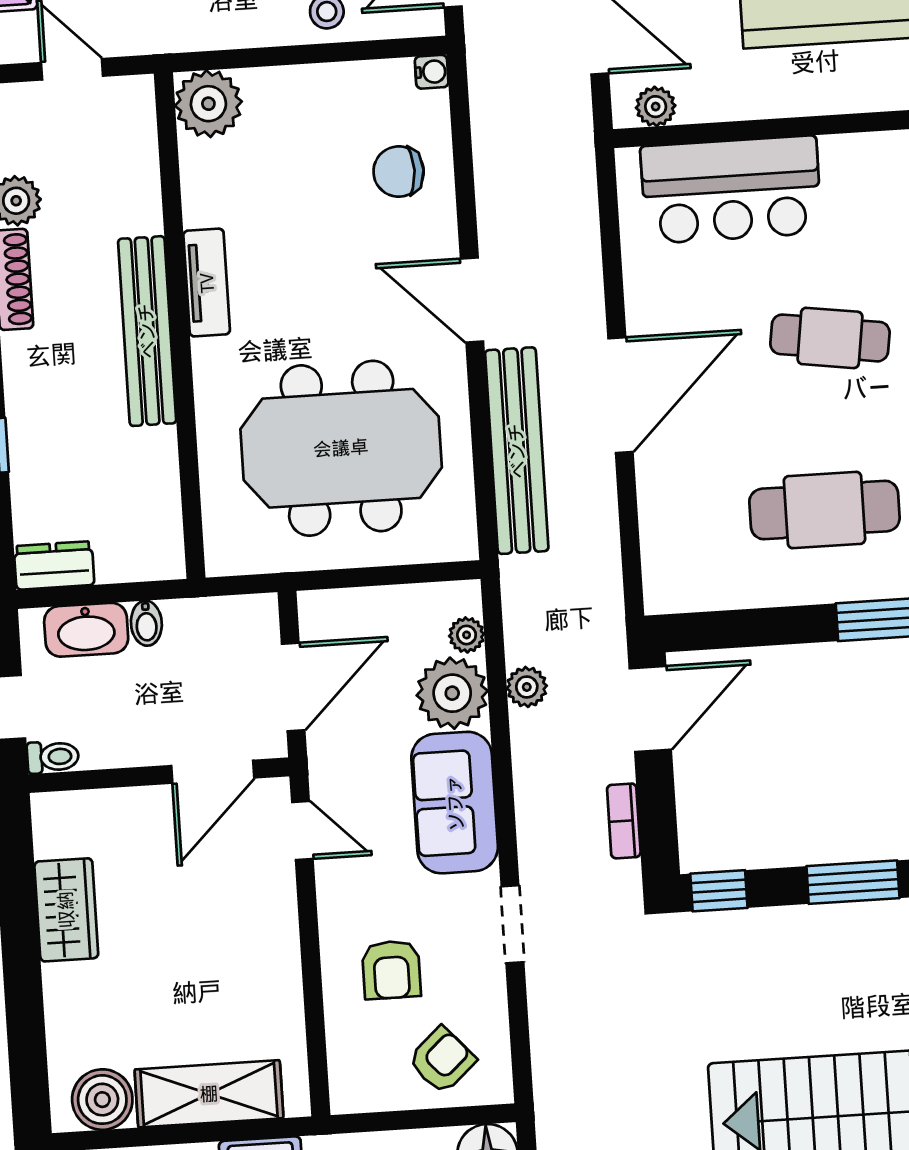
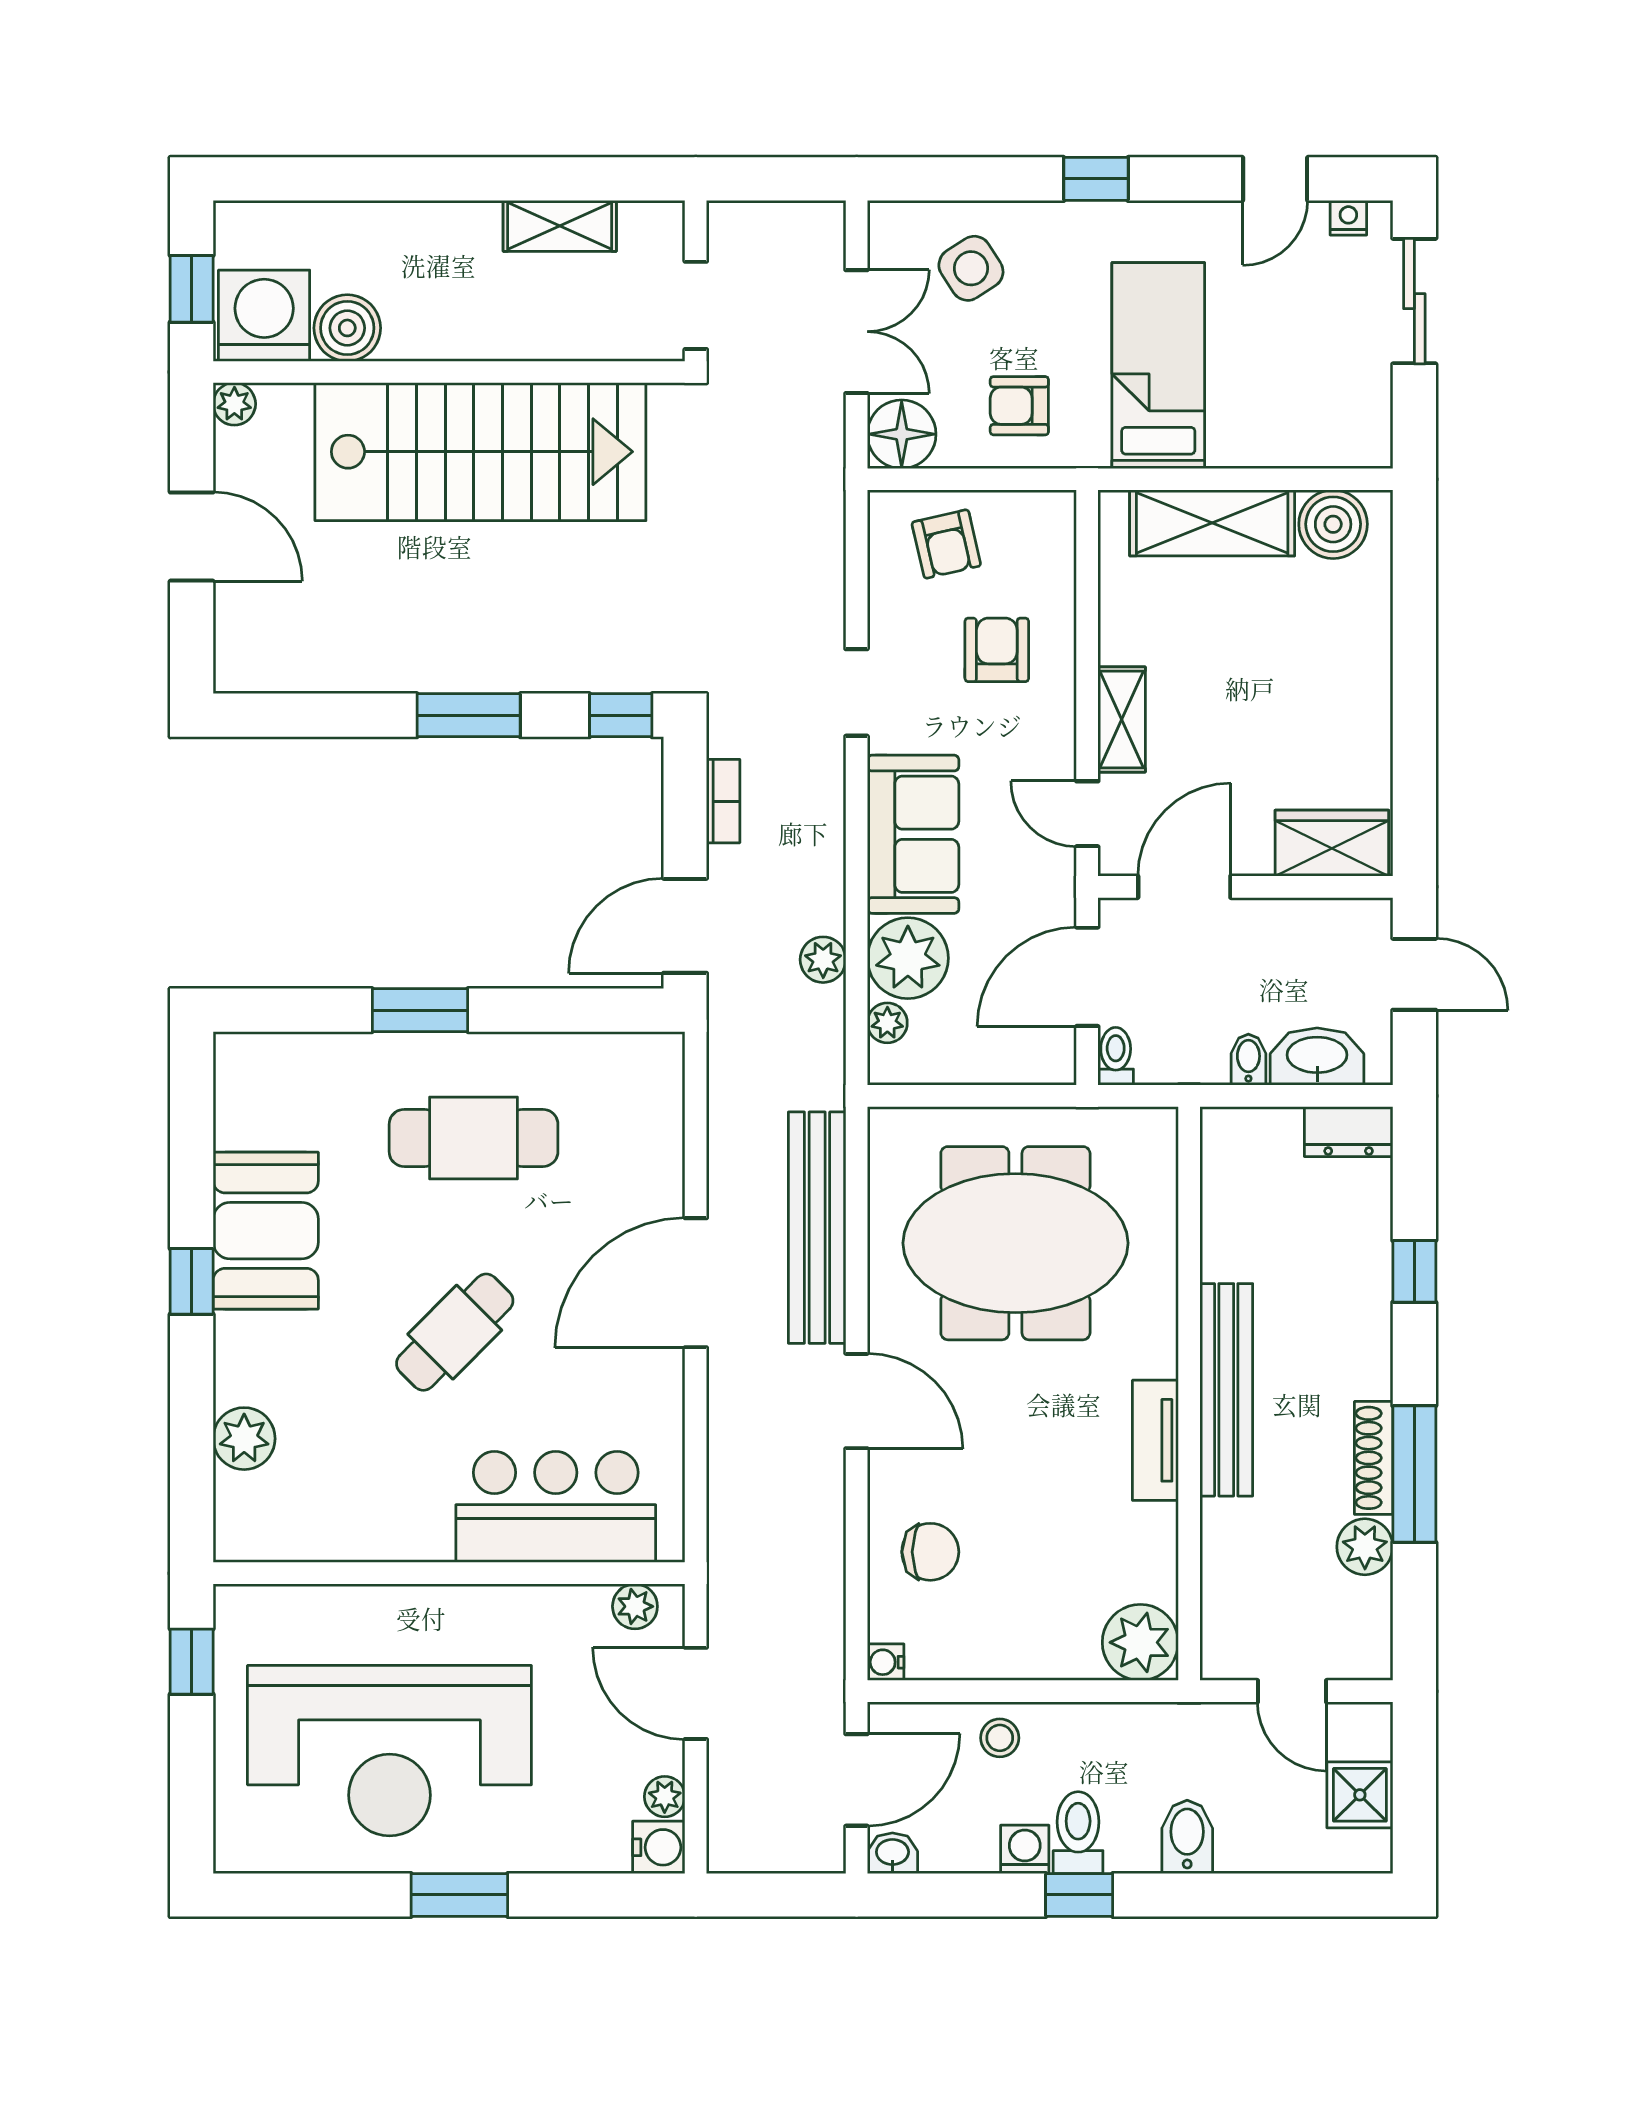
cafe table: (830, 338) -> (455, 1332), turned -53
toilet: (53, 757) -> (1116, 1056), moved, turned 90
wardrobe: (66, 910) -> (1332, 843), moved, turned 90
shelving: (277, 916) -> (1122, 720), added
armchair: (442, 1060) -> (946, 544), turned -61

